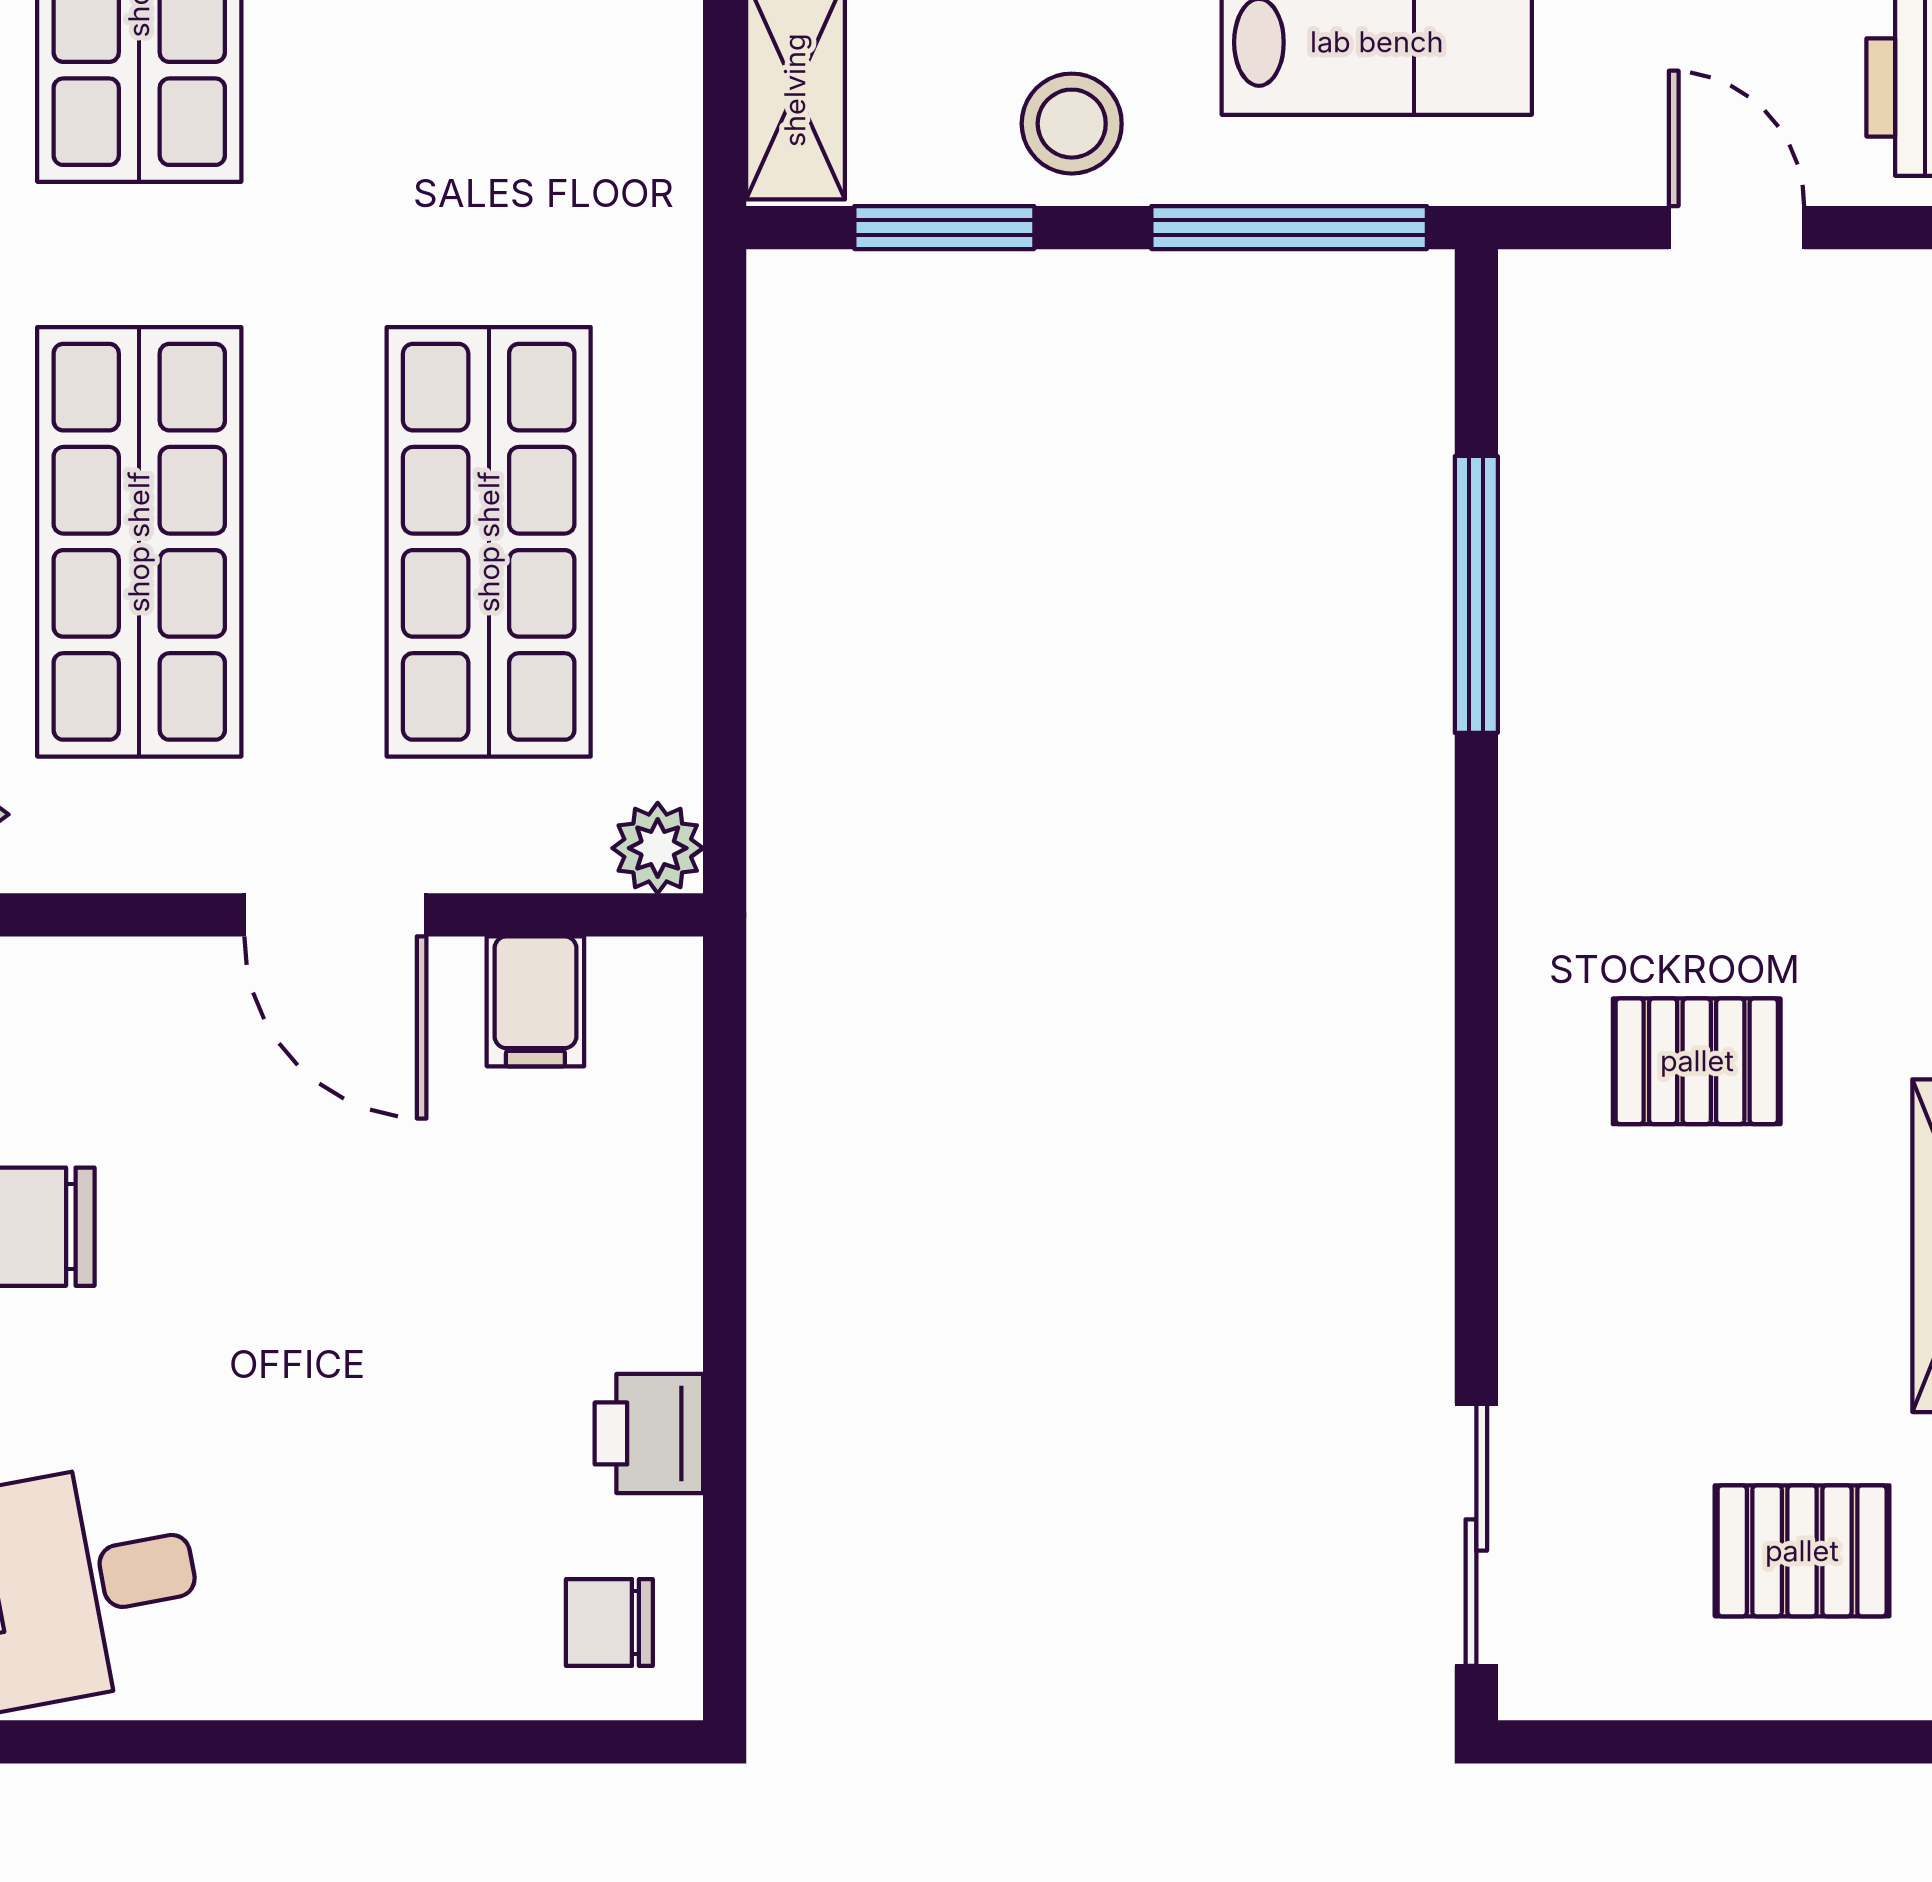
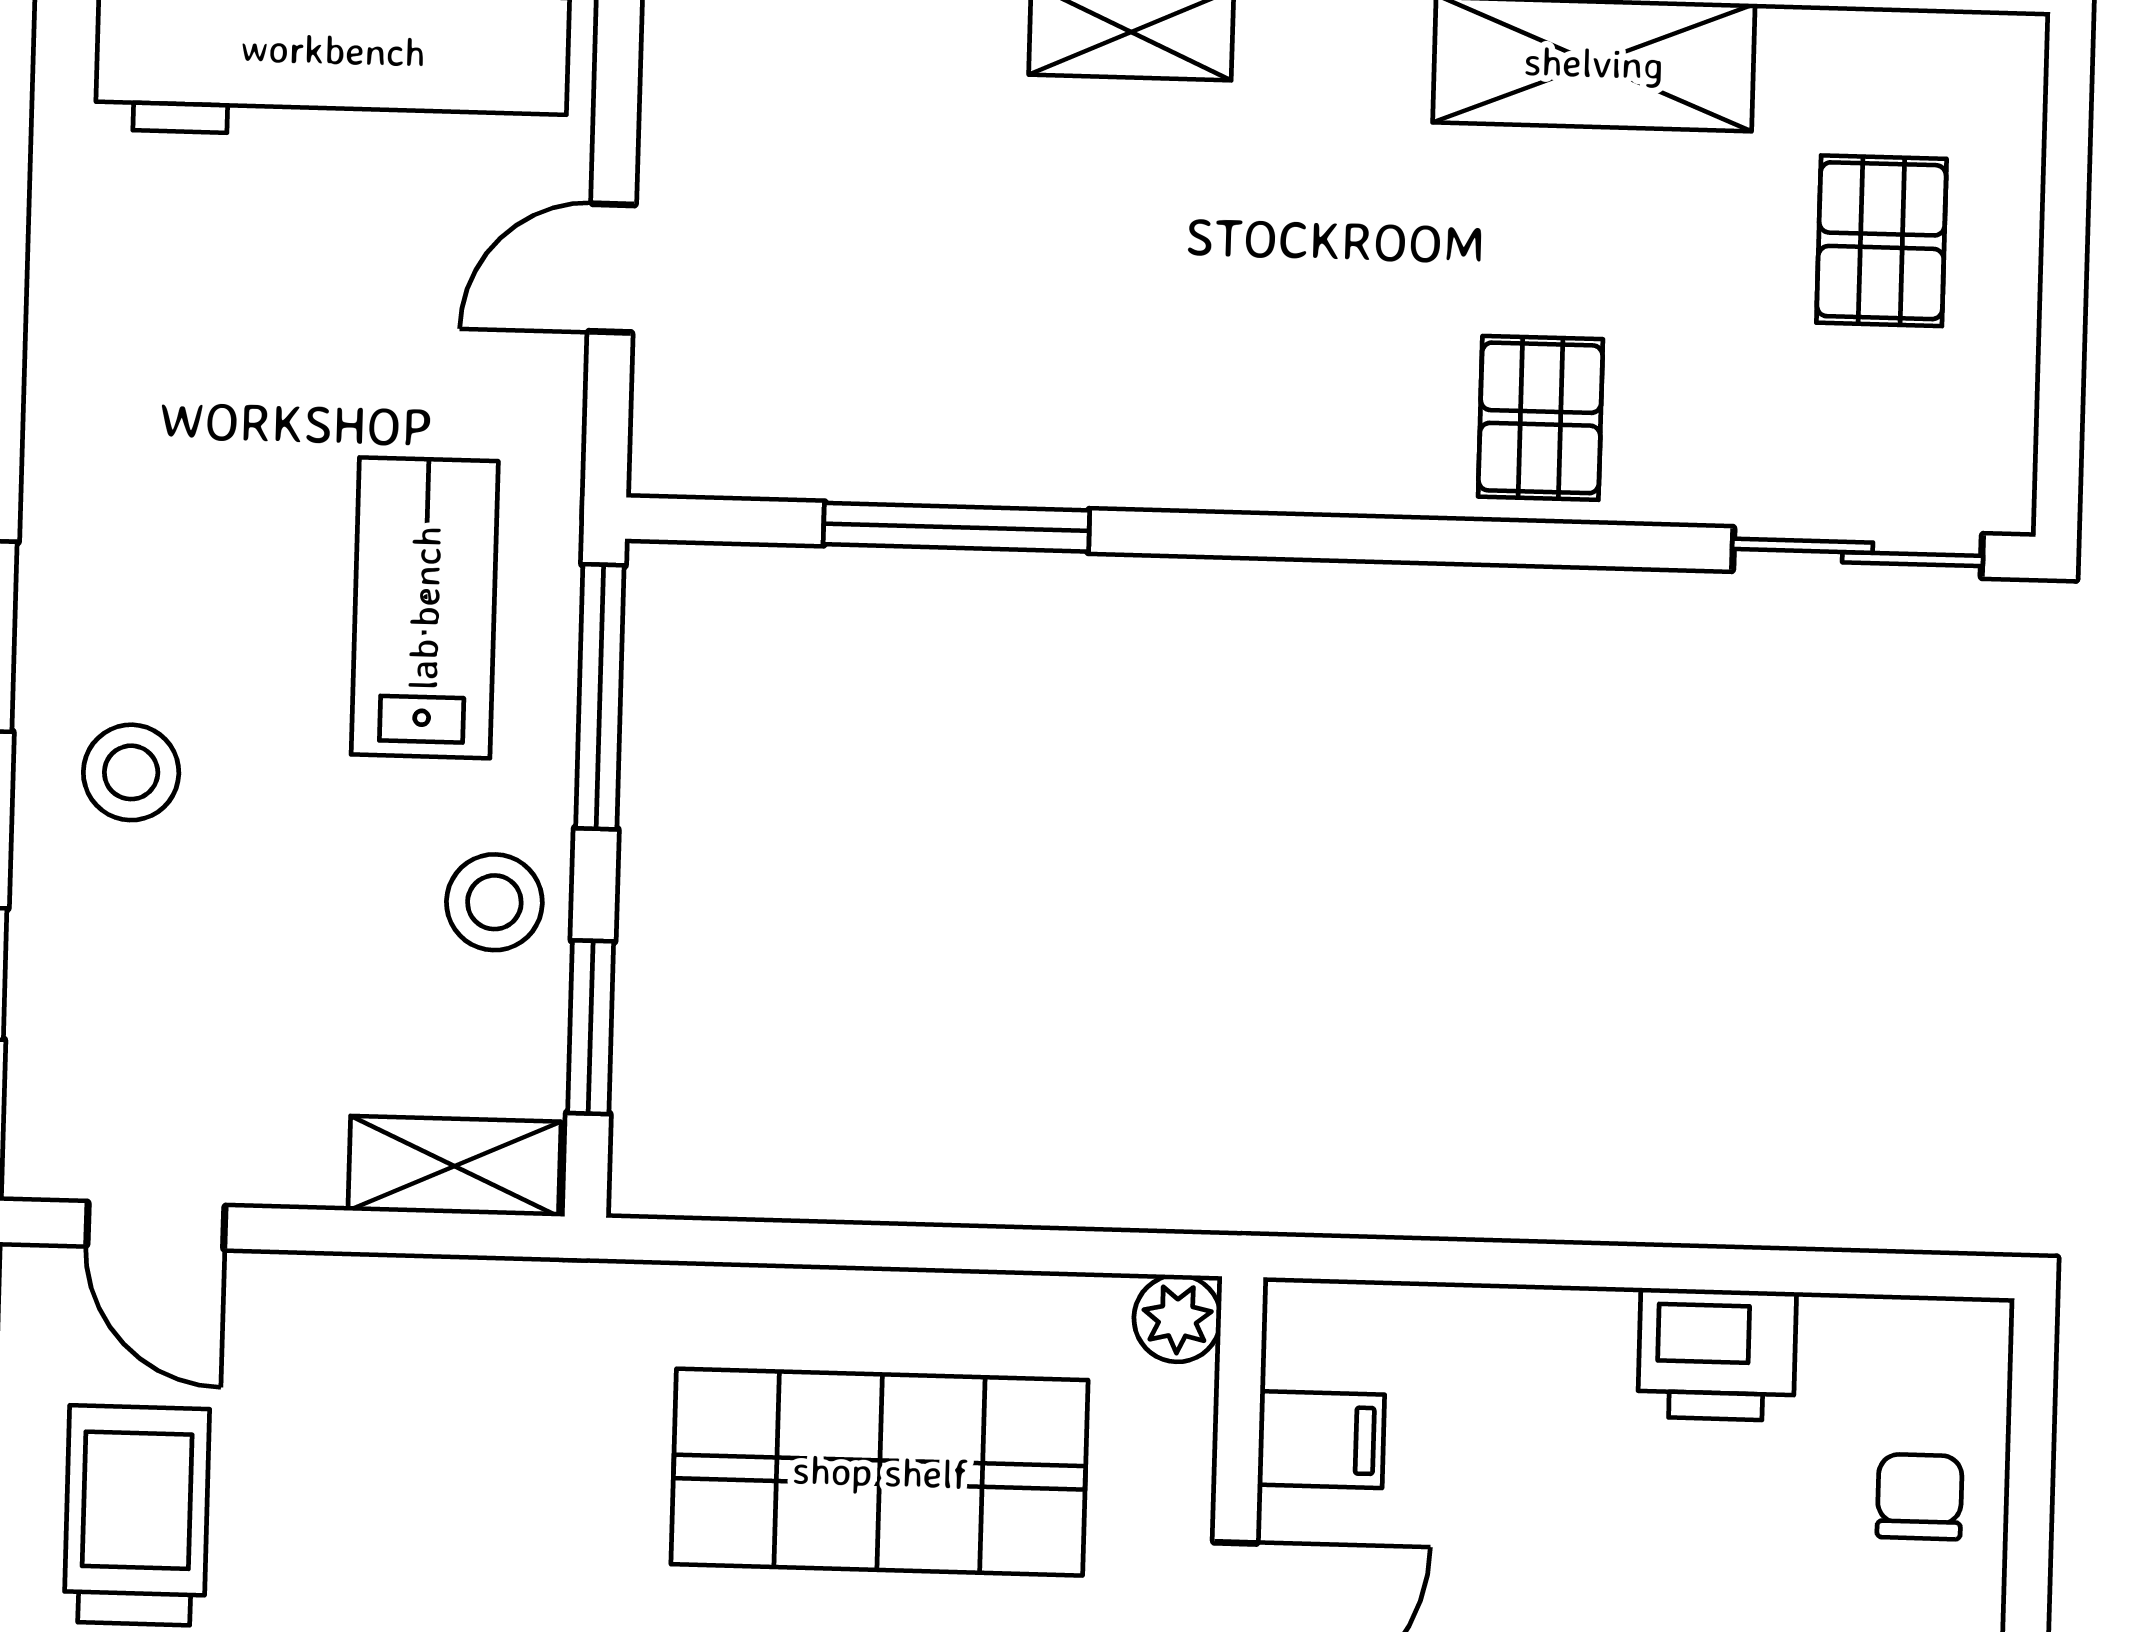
pallet: (1697, 1061) -> (1540, 418), moved
printer: (649, 1433) -> (1717, 1354), width x1.36, depth x1.24
chair: (609, 1622) -> (1920, 1497), moved, turned 180

